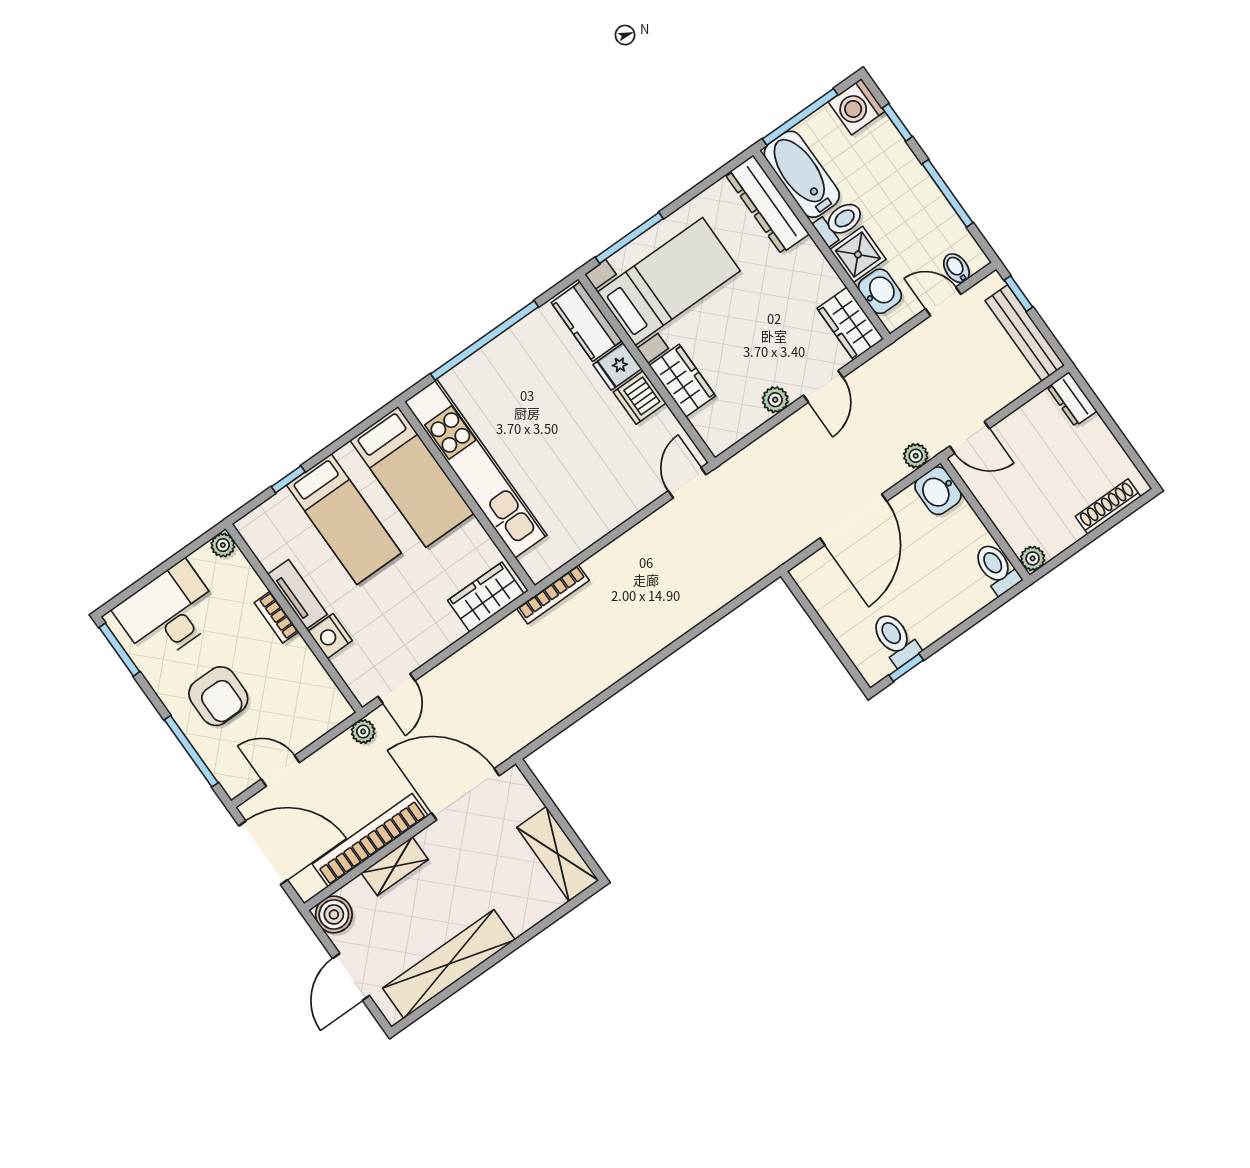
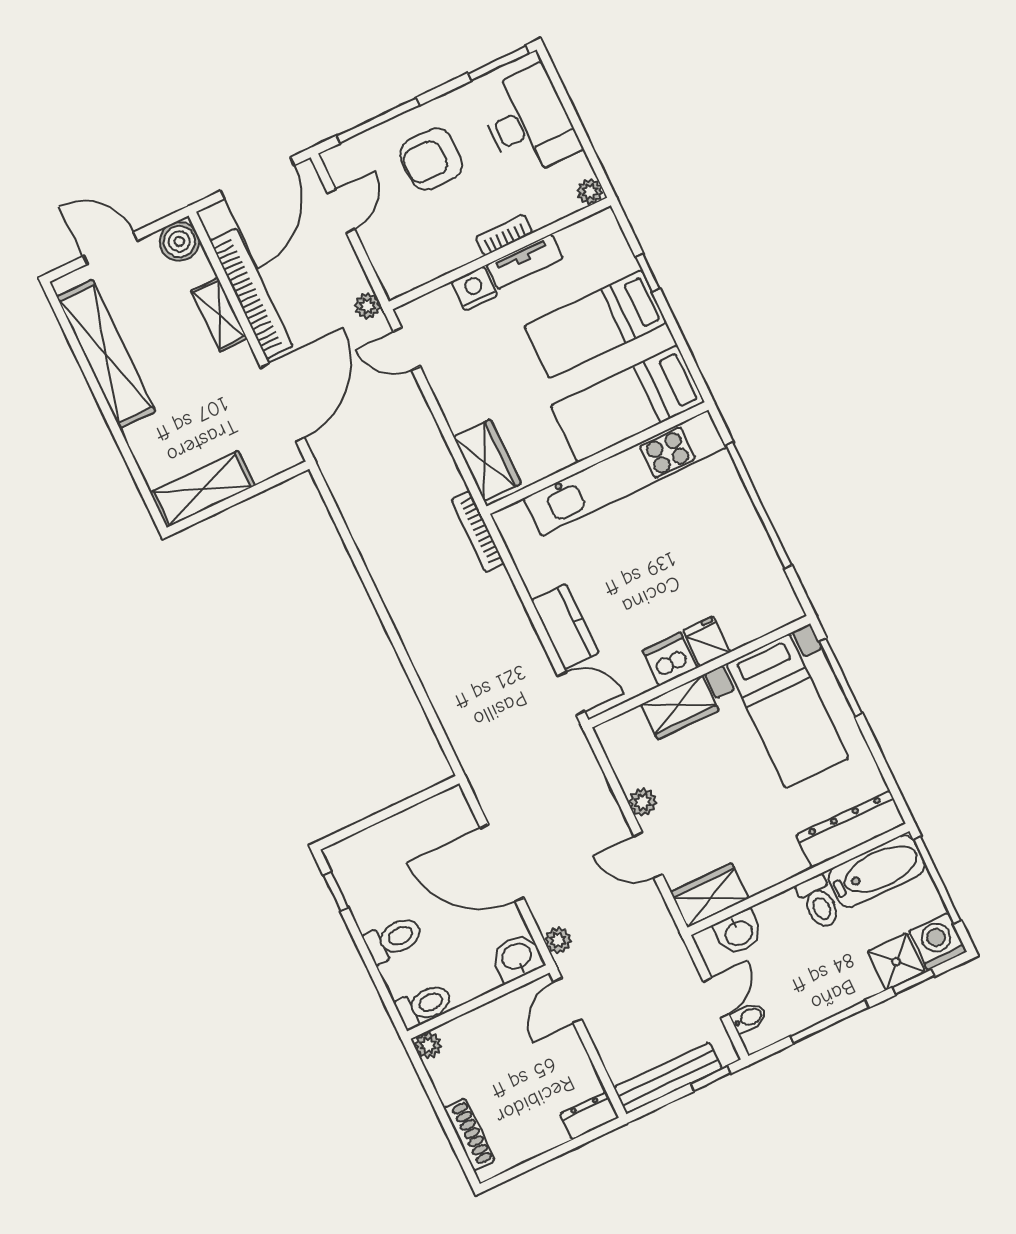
shower: (858, 254) -> (896, 962), moved
kitchen counter: (587, 322) -> (565, 627), moved, turned 90
toilet: (895, 639) -> (394, 939), moved

